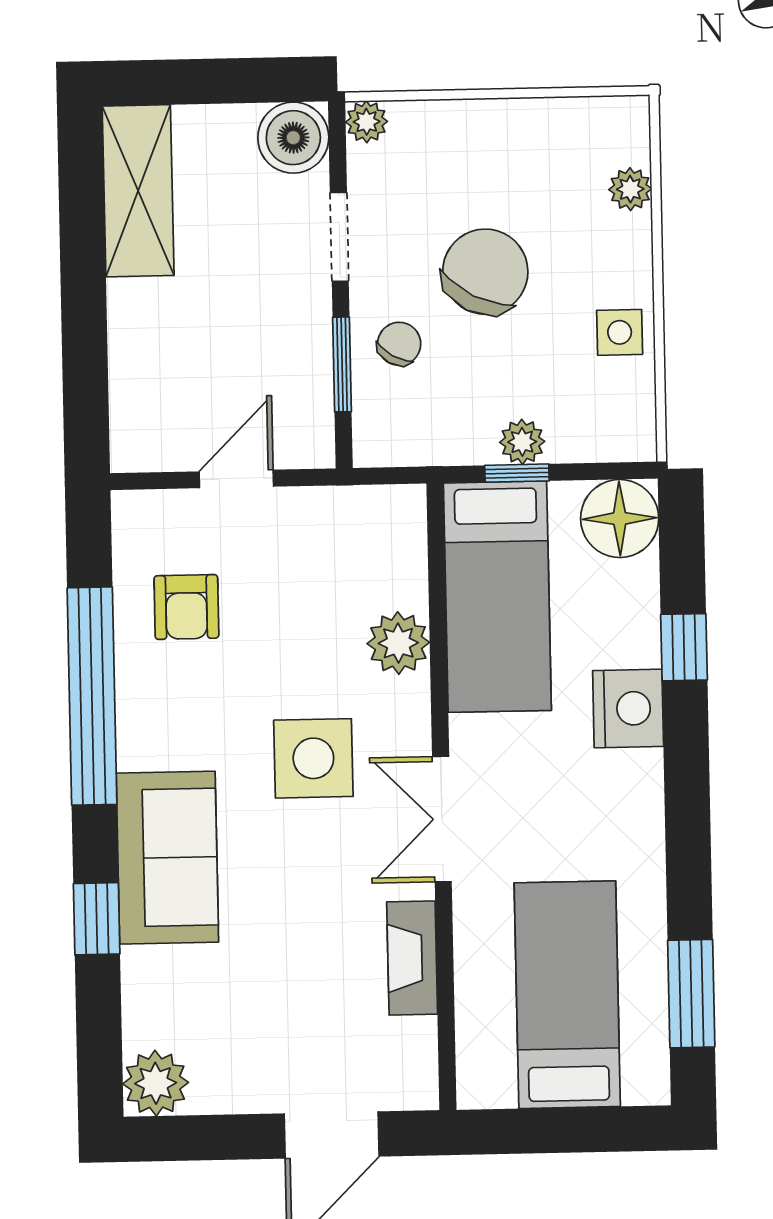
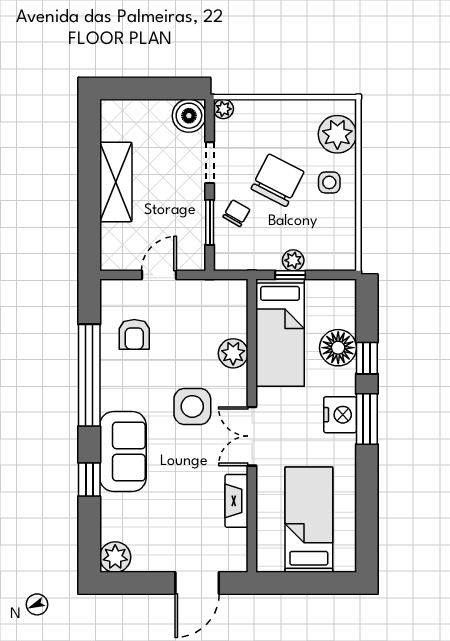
plant: (630, 189) -> (337, 134), width x1.88, depth x1.88
shelving: (138, 191) -> (116, 182), moved
side table: (620, 332) -> (329, 182), moved
floor lamp: (620, 518) -> (338, 348), moved
nightstand: (628, 708) -> (340, 415), moved
window: (691, 994) -> (367, 419), moved

